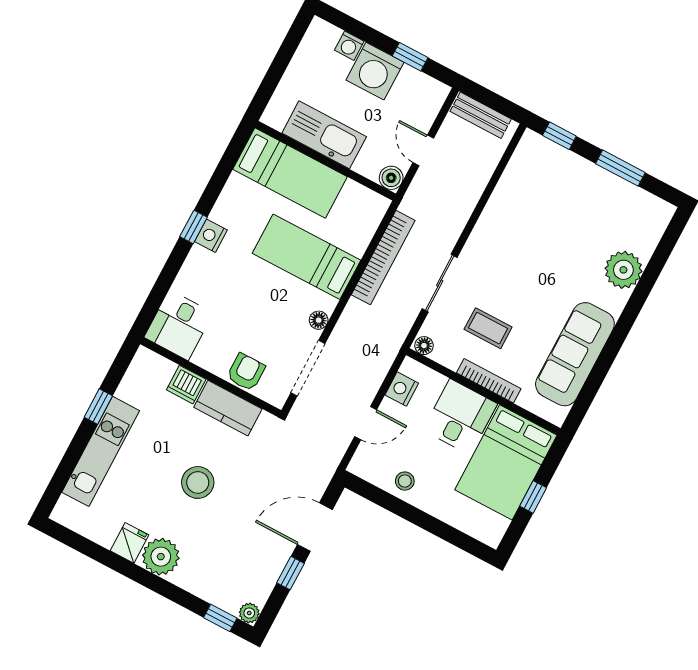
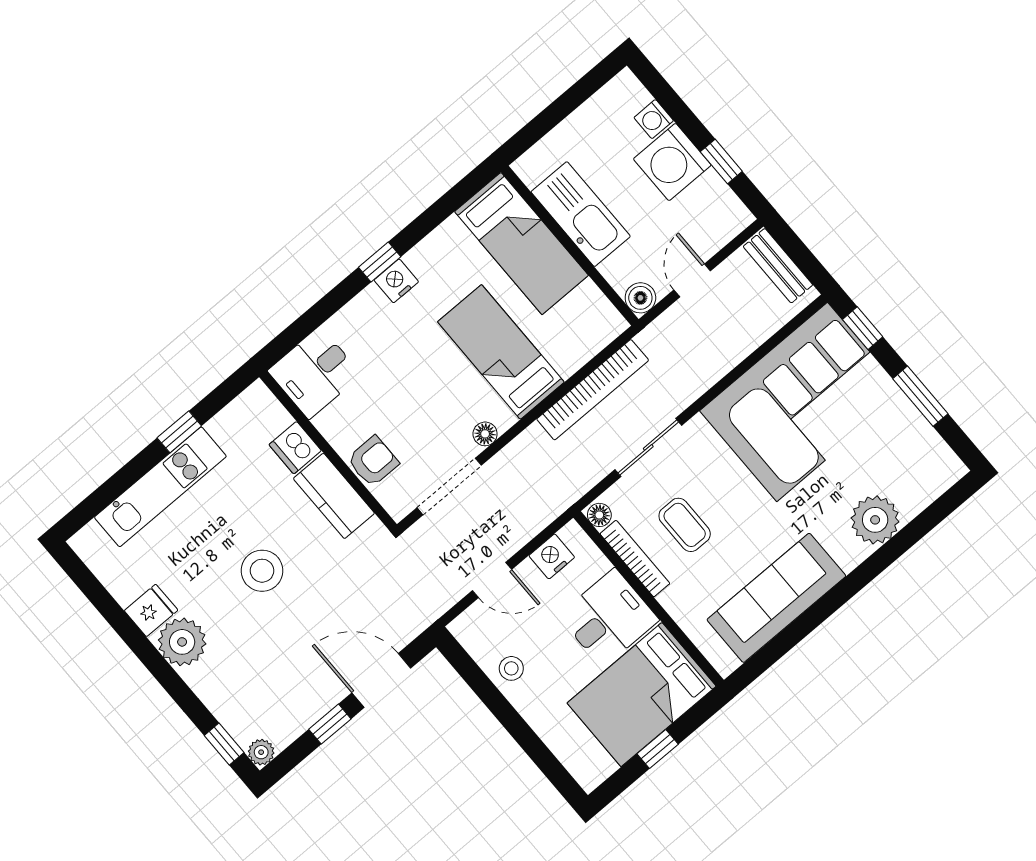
corner sofa: (537, 206) -> (802, 402), added
bookcase: (489, 381) -> (635, 559), moved

